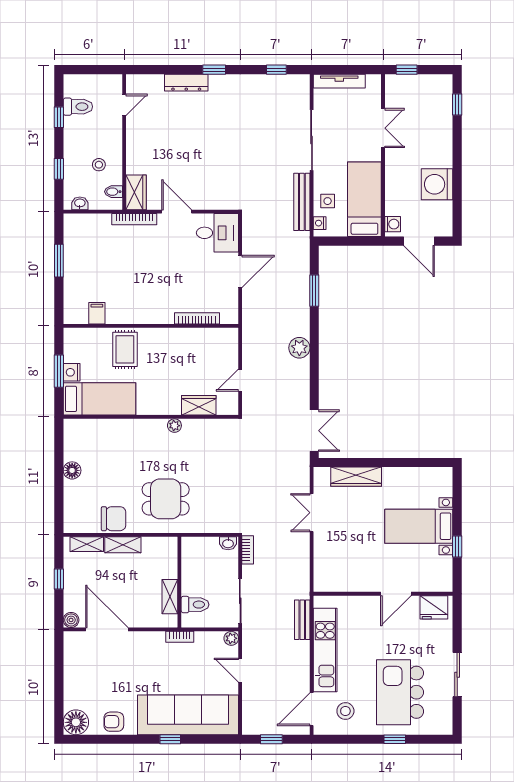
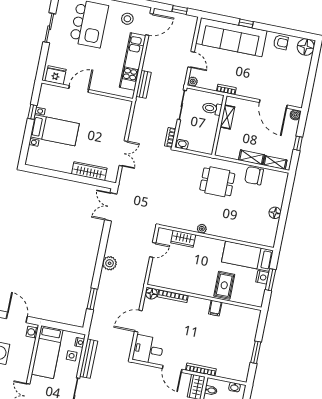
filing cabinet: (97, 313) -> (215, 308), moved
floor lamp: (229, 316) -> (151, 294), added

